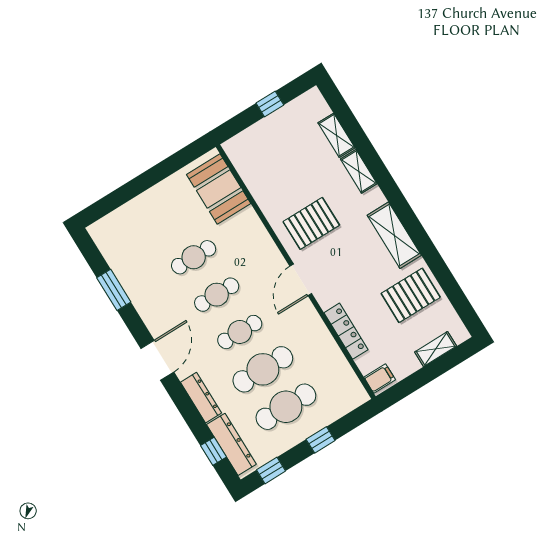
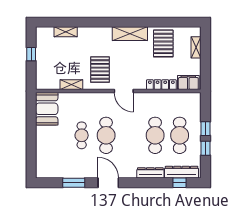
shelving: (359, 171) -> (71, 85), moved
booth: (219, 189) -> (47, 109), moved, turned 90
cafe table: (217, 295) -> (106, 135), width x1.37, depth x1.35
cafe table: (240, 332) -> (131, 135), removed
door: (157, 360) -> (108, 183), moved
filing cabinet: (380, 378) -> (188, 83), width x2.00
window: (271, 470) -> (206, 148), moved

